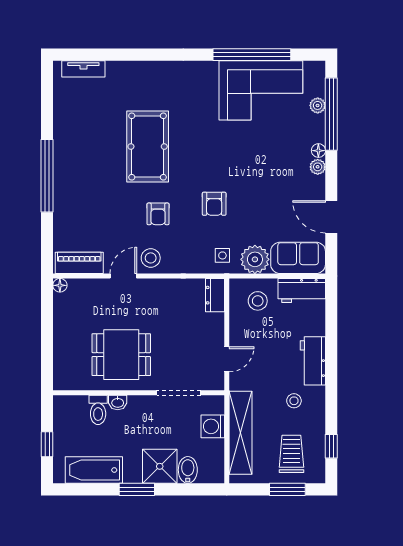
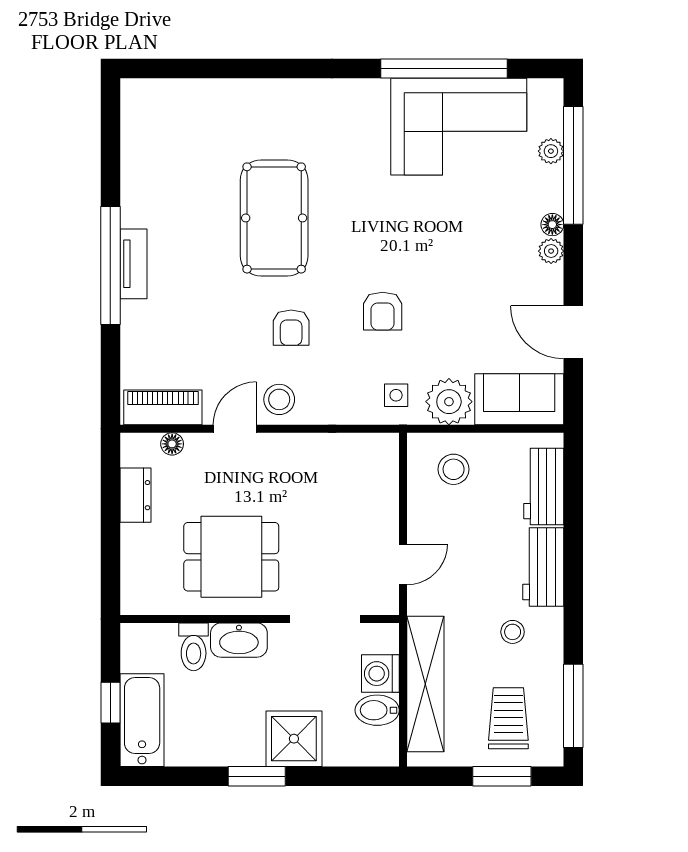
tv unit: (83, 69) -> (134, 264), moved, turned -90
floor lamp: (60, 285) -> (172, 444), moved
workbench: (302, 291) -> (544, 487), moved, turned 90
dresser: (215, 295) -> (136, 495), moved, turned 180
washbasin: (118, 402) -> (239, 640), width x1.91, depth x1.45
window: (331, 446) -> (573, 706), width x2.17
bathtub: (94, 470) -> (142, 720), moved, turned 90
bidet: (188, 470) -> (377, 710), moved, turned -90

